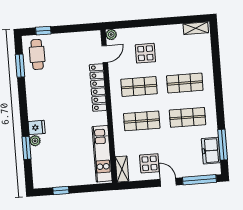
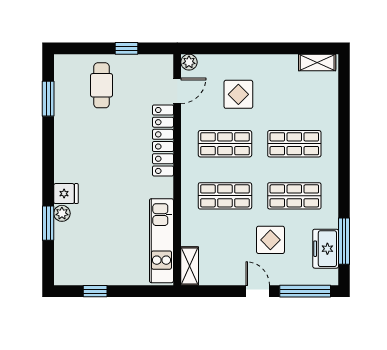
window: (43, 31) -> (126, 48), moved
cafe table: (37, 54) -> (102, 85), moved
display table: (149, 163) -> (270, 240), moved

